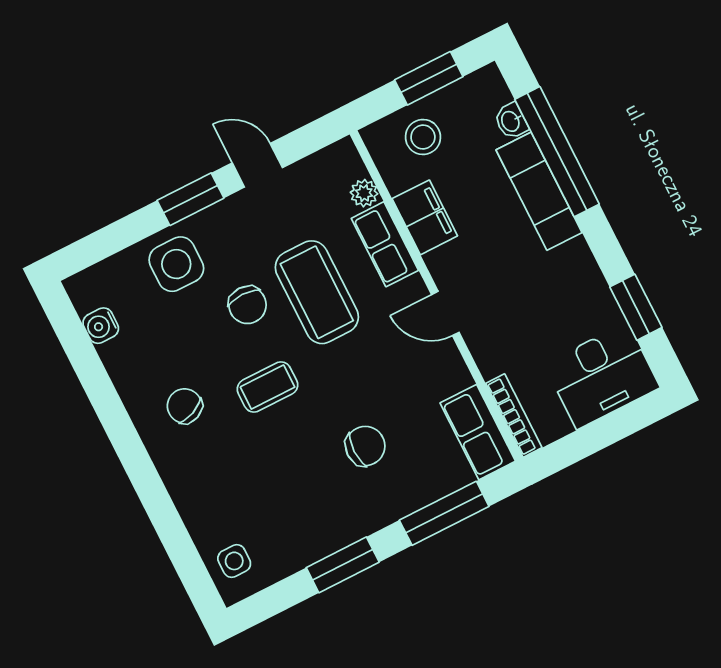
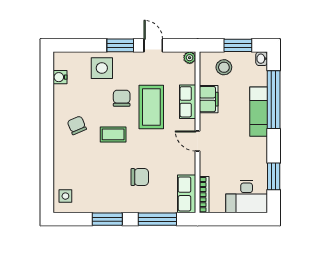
washbasin: (511, 121) -> (262, 59), moved
plant: (364, 193) -> (190, 58), moved
chair: (248, 305) -> (122, 98), turned 180

